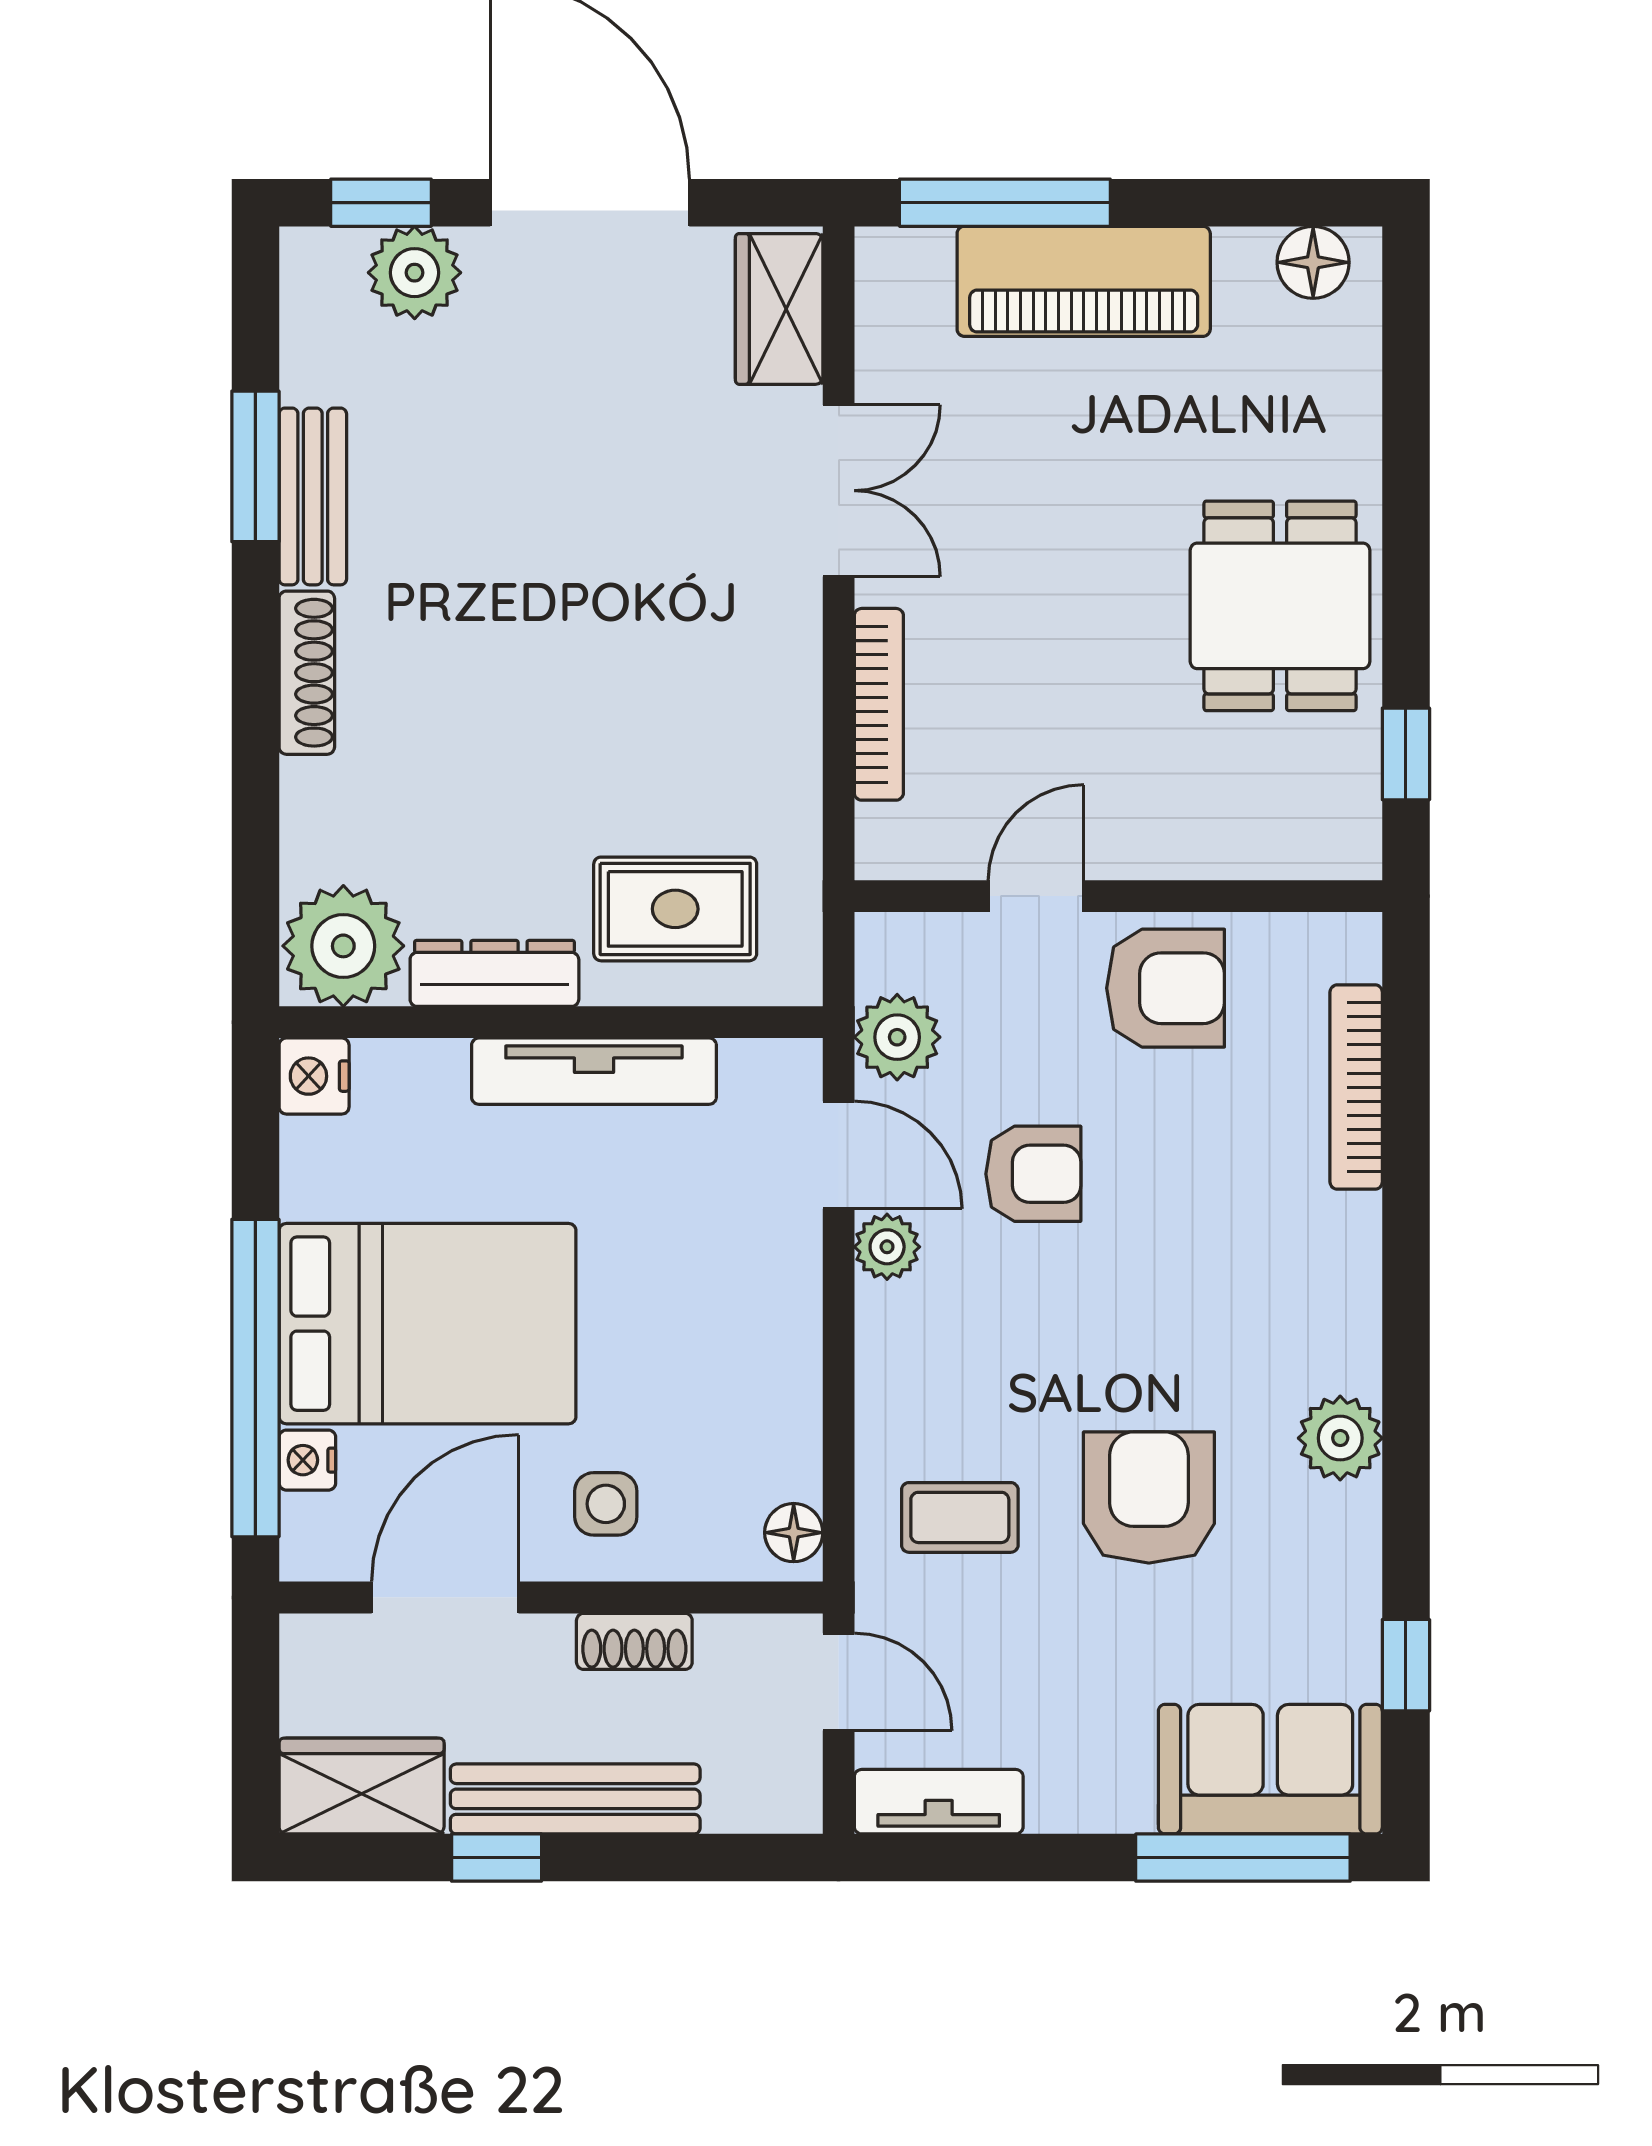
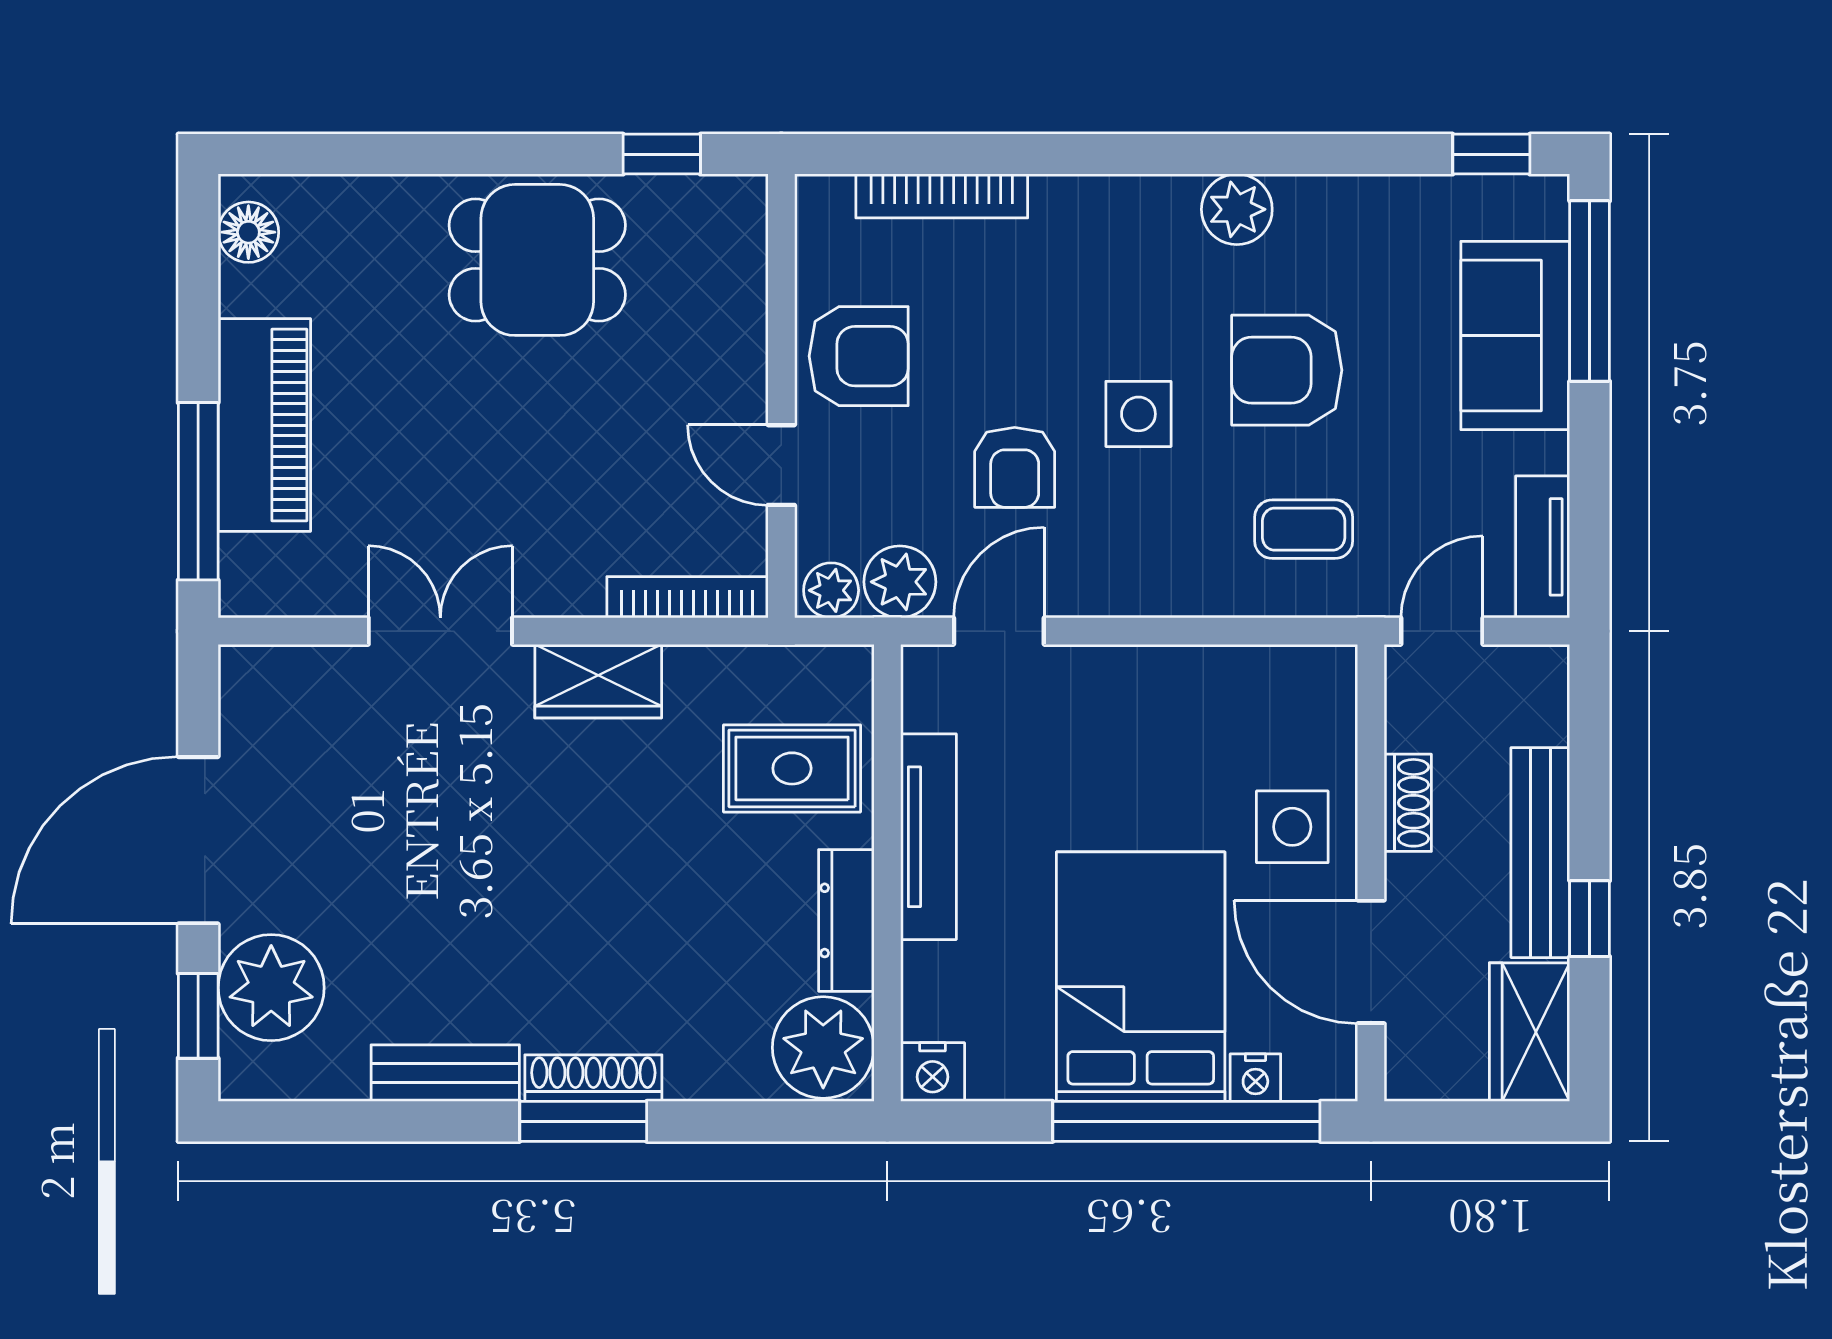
plant: (415, 273) -> (271, 988), width x1.36, depth x1.36
wardrobe: (779, 309) -> (598, 681), moved
window: (255, 466) -> (583, 1121), moved
bookcase: (879, 704) -> (687, 597), moved
rug: (675, 909) -> (792, 768), turned 90
armchair: (1166, 988) -> (859, 356), turned 90
armchair: (1033, 1174) -> (1015, 467), turned 180
plant: (887, 1247) -> (831, 590), moved
side table: (1097, 1321) -> (1138, 414), added
side table: (606, 1504) -> (1292, 827), width x1.37, depth x1.37
coffee table: (960, 1517) -> (1304, 529), turned 90
floor lamp: (794, 1533) -> (1316, 669), removed
window: (1406, 1665) -> (1491, 154), moved
sofa: (1270, 1769) -> (1515, 335), moved

